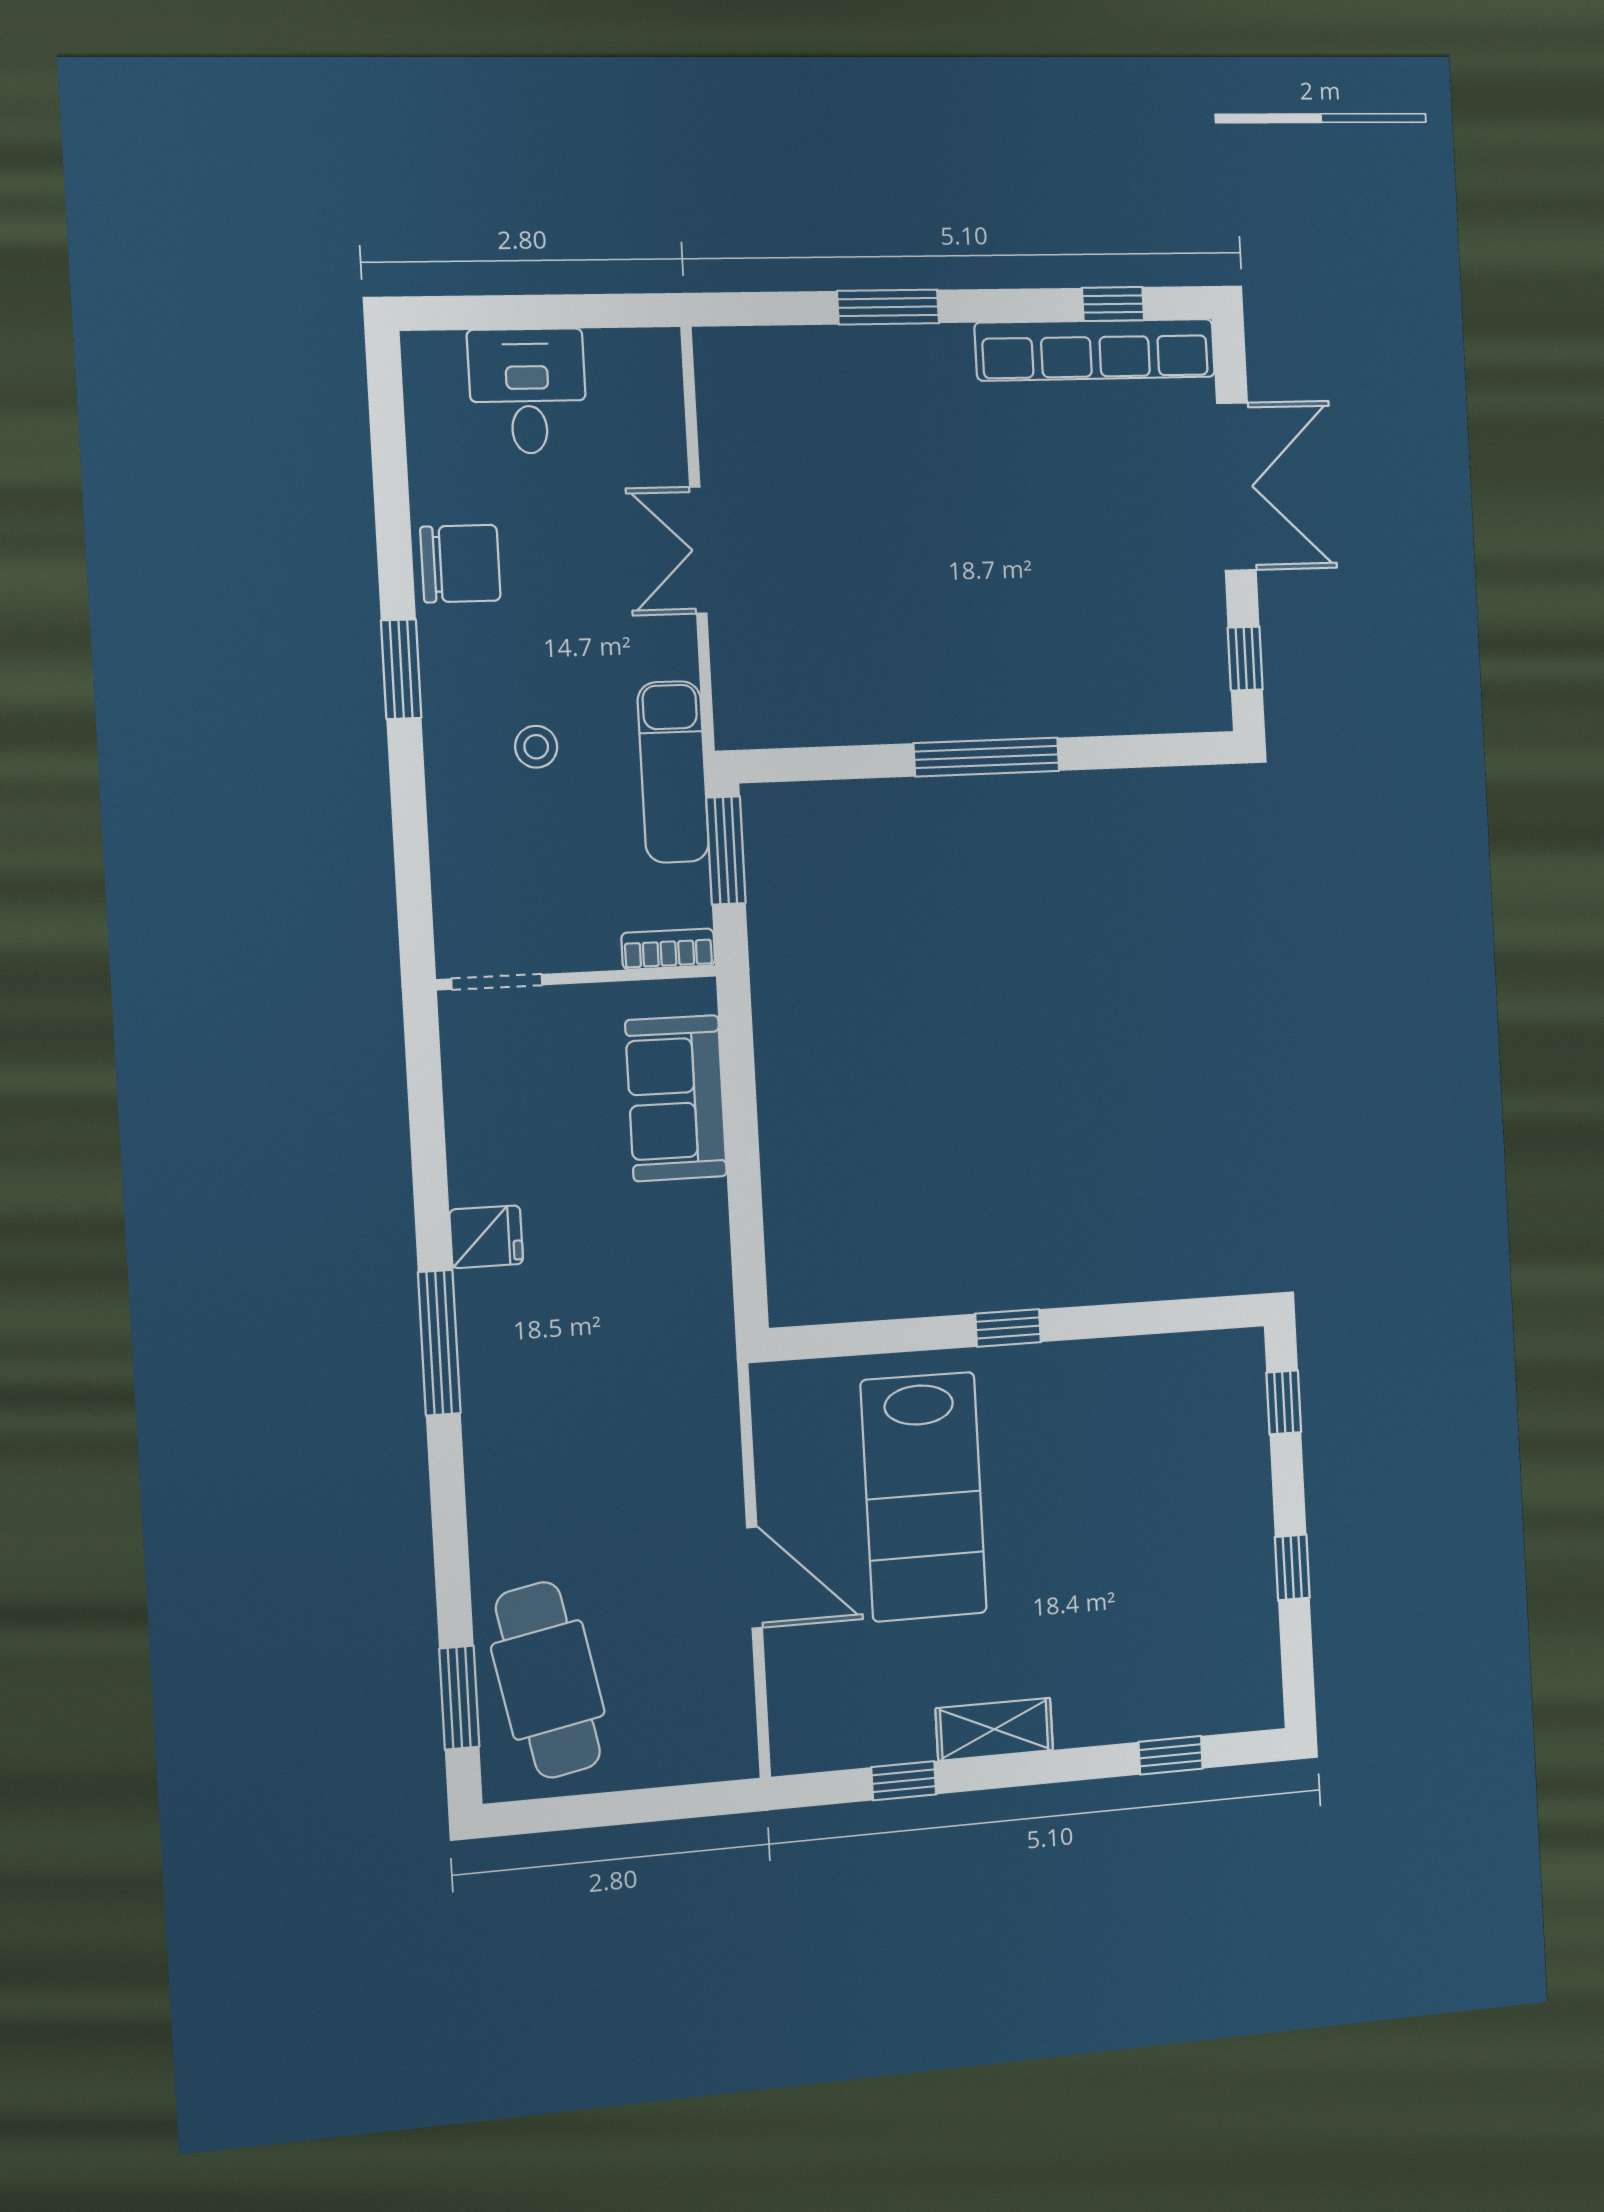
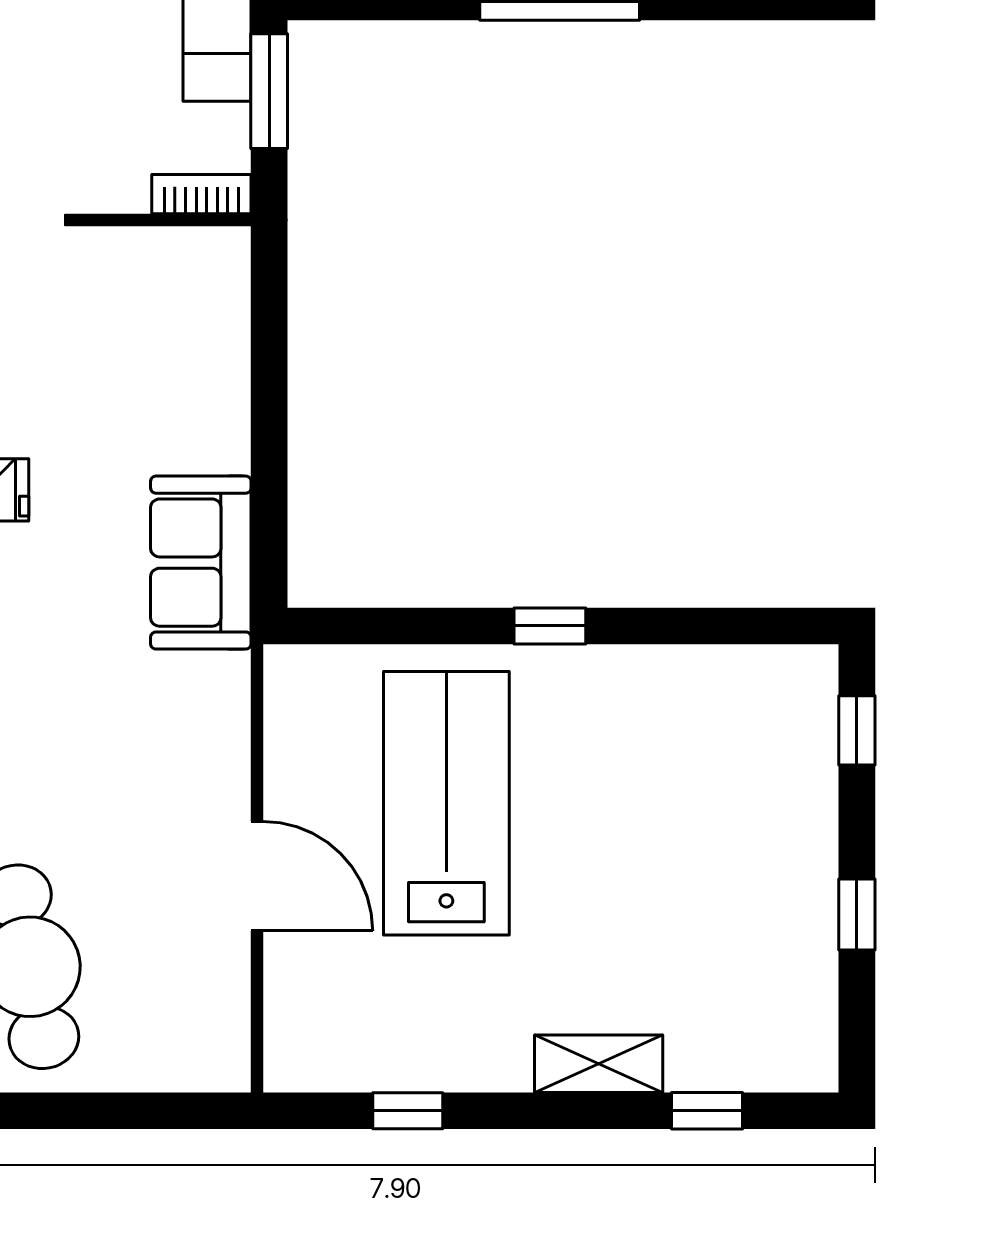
sofa: (676, 1098) -> (201, 563), moved
lab bench: (924, 1497) -> (446, 803), turned 180
shelving: (994, 1729) -> (599, 1064), moved

